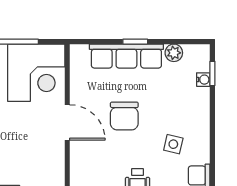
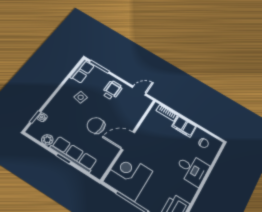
chair: (124, 116) -> (96, 126), turned -90
door: (67, 122) -> (128, 141), hinge flipped

